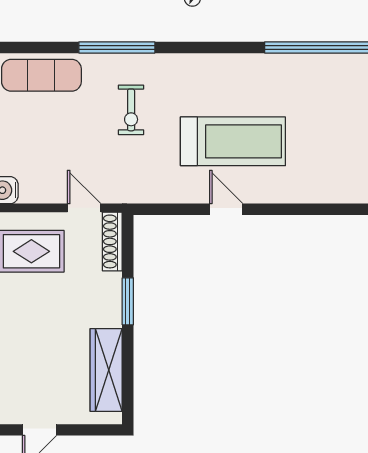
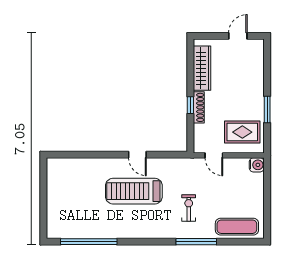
shoe rack: (112, 241) -> (199, 107), moved
window: (128, 301) -> (190, 105), width x0.67

